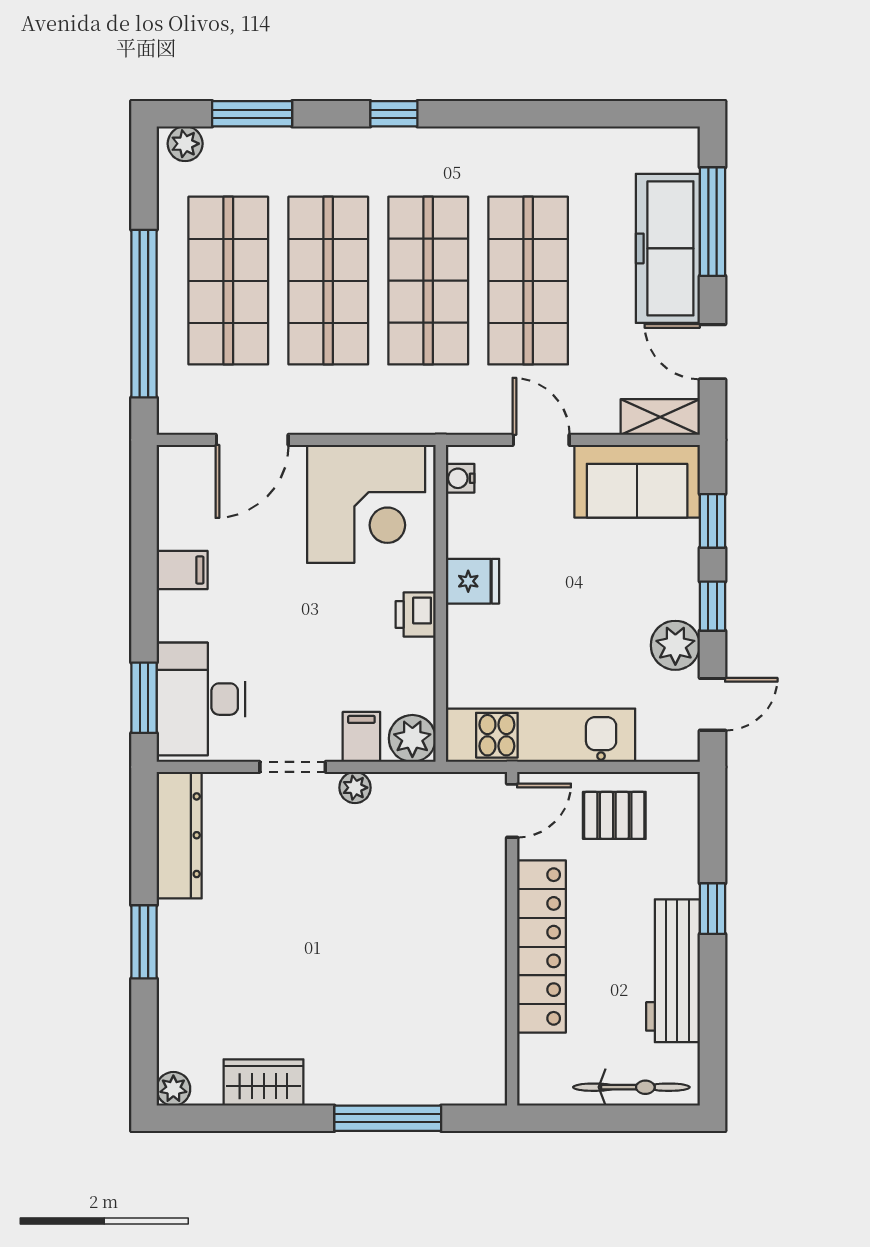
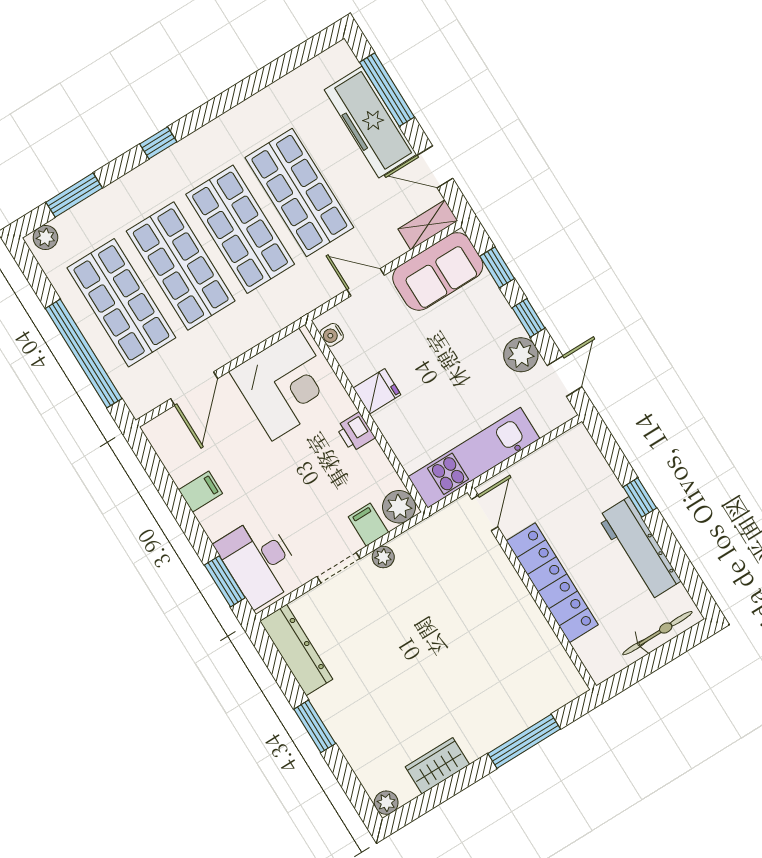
pallet: (614, 815) -> (547, 478), removed

